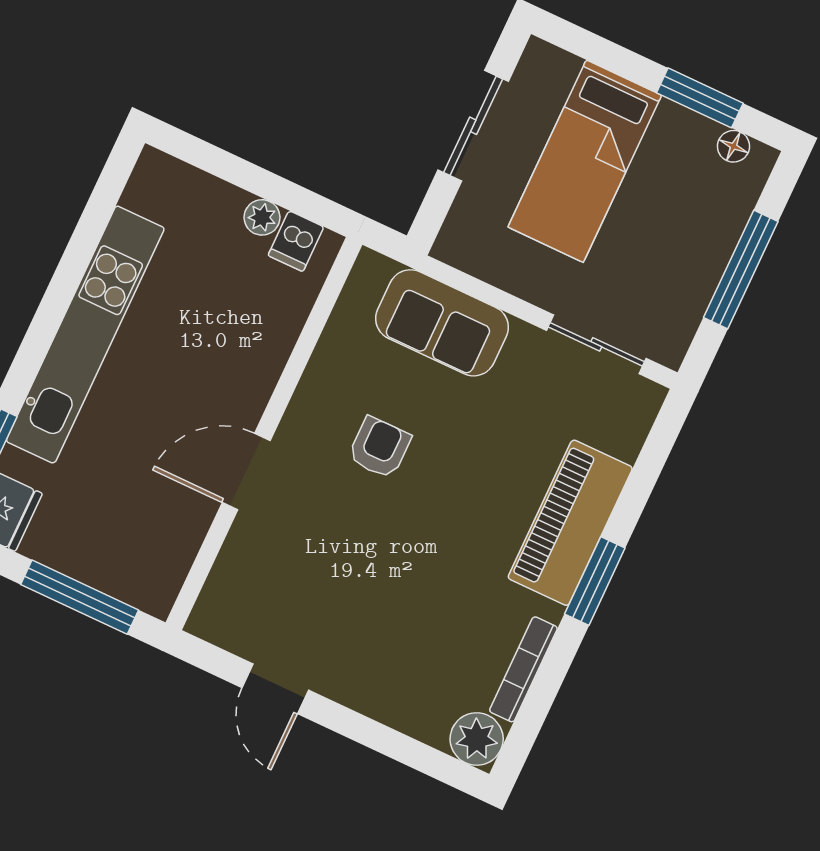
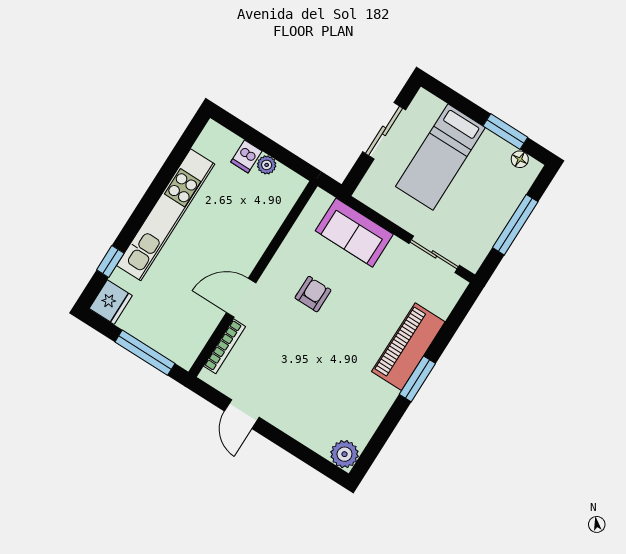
dishwasher: (296, 241) -> (246, 157), moved
bookcase: (523, 669) -> (225, 346), moved, turned 180

